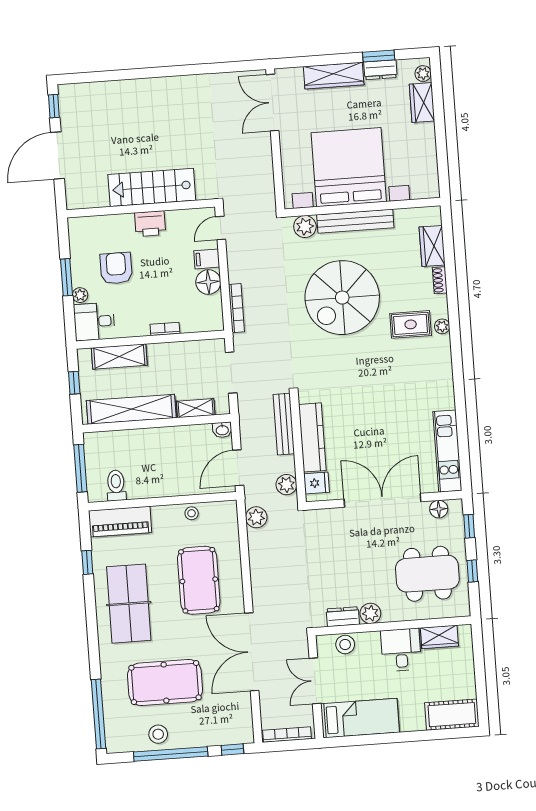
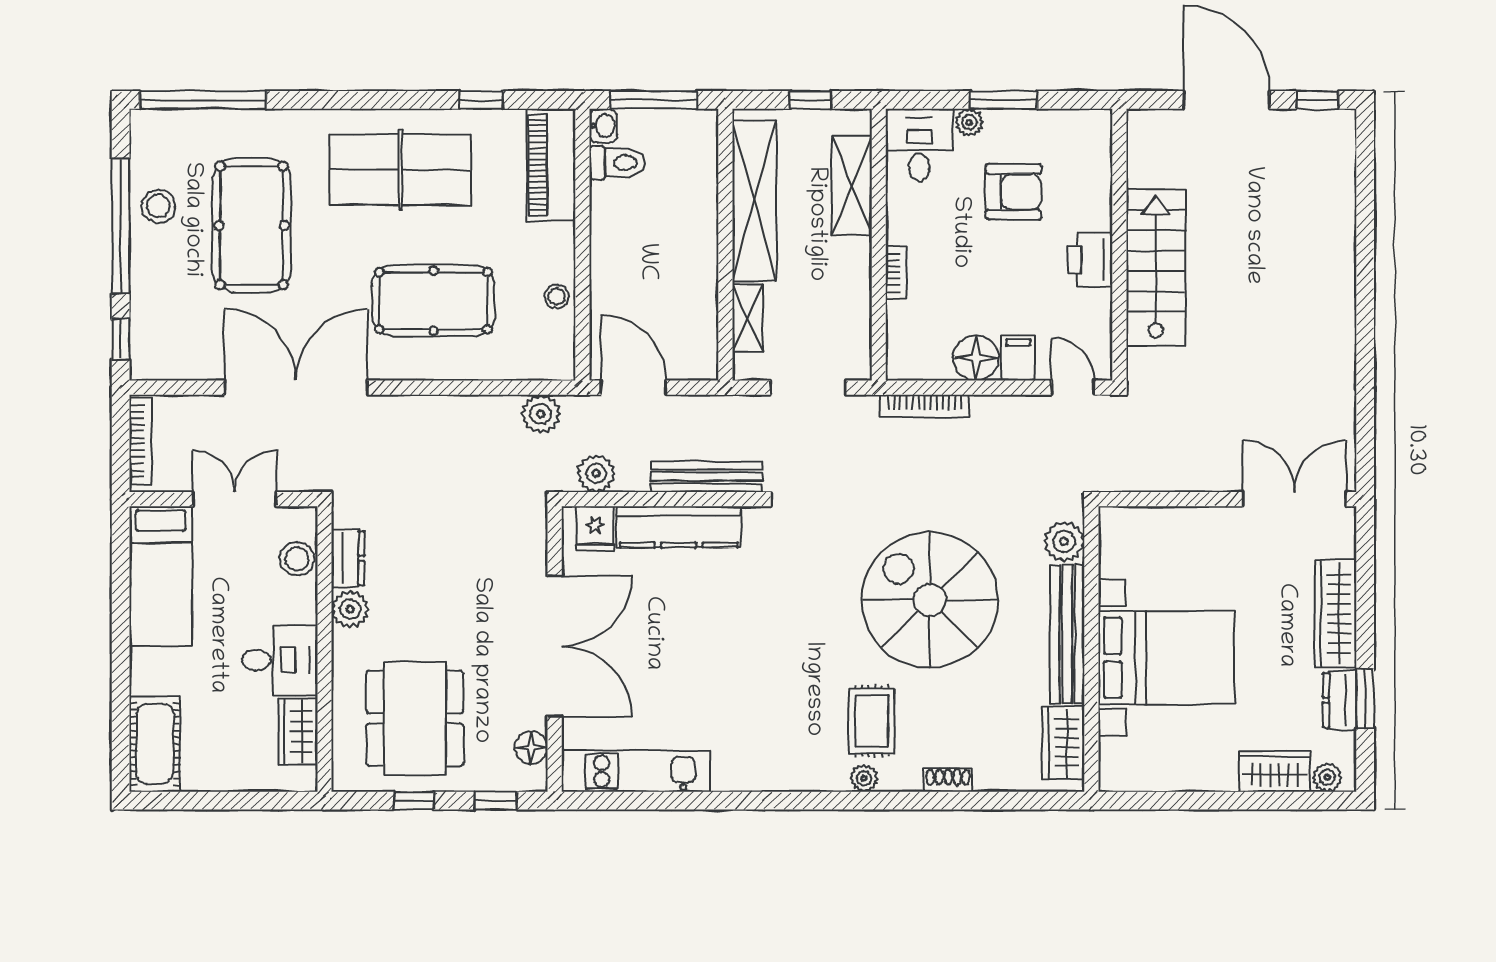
bed with nightstands: (349, 167) -> (1167, 658), width x0.73
wardrobe: (432, 246) -> (1063, 743), moved, turned -90
washbasin: (222, 430) -> (603, 126), moved, turned 180

